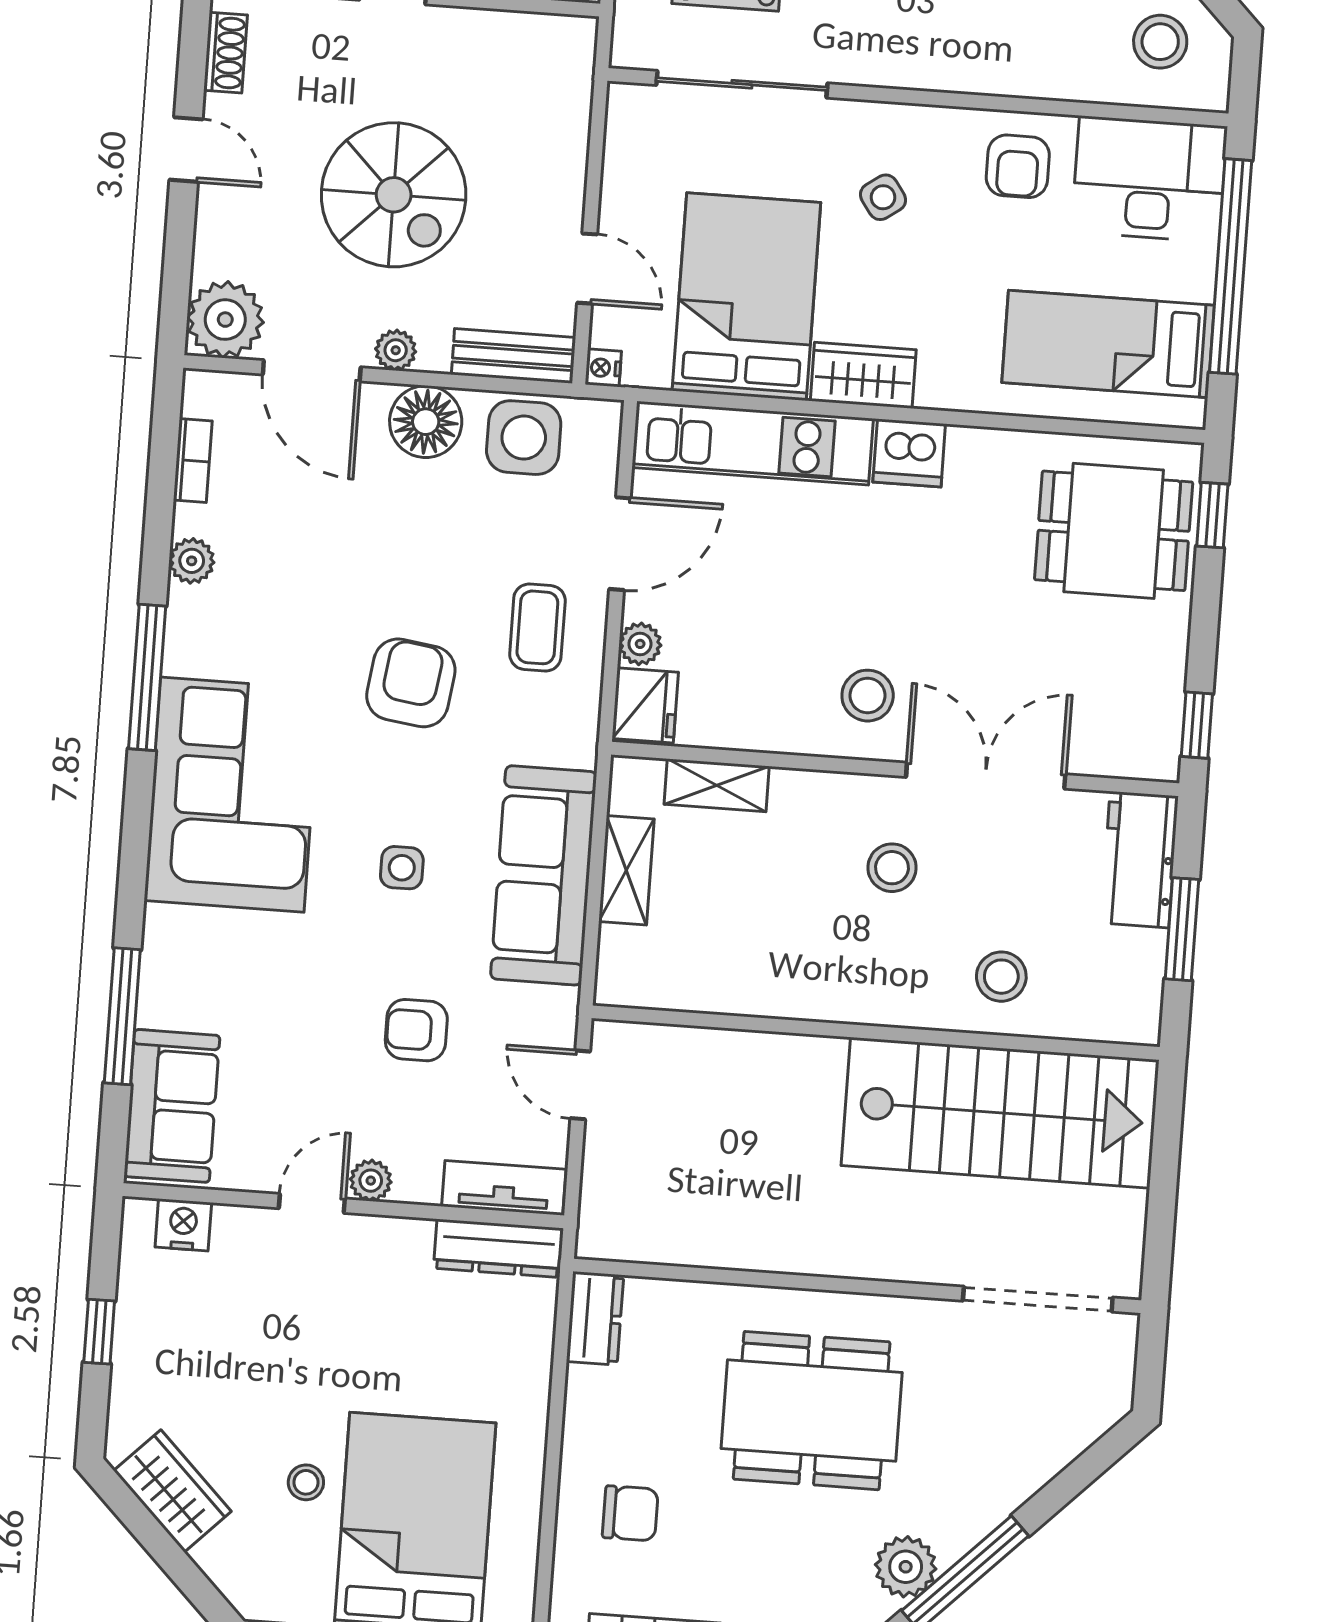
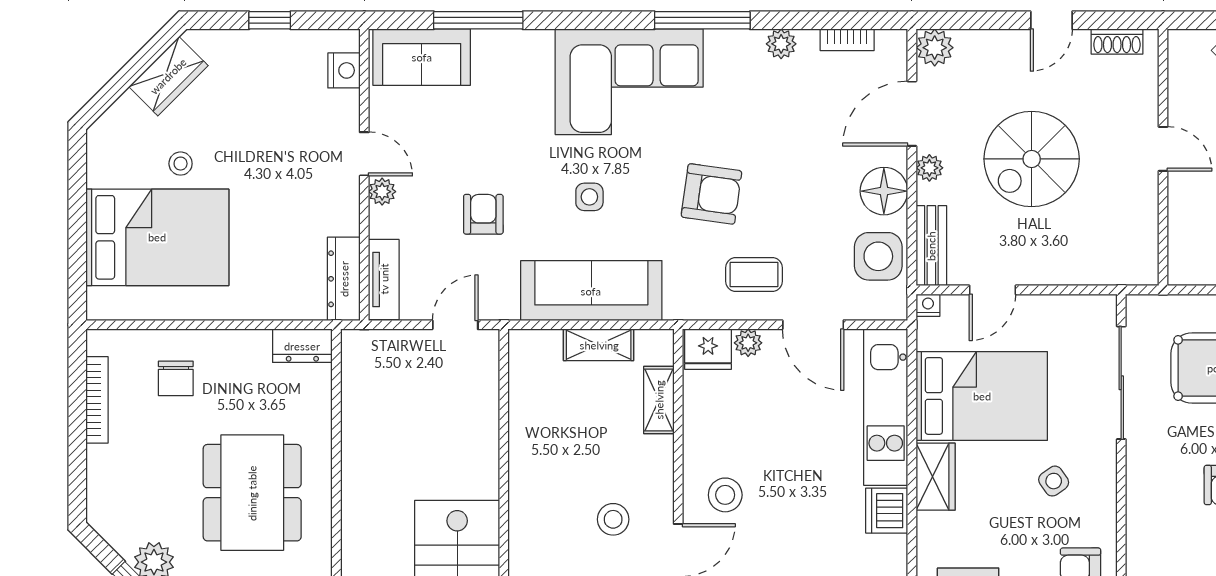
plant: (225, 320) -> (935, 48), width x0.73, depth x0.73

